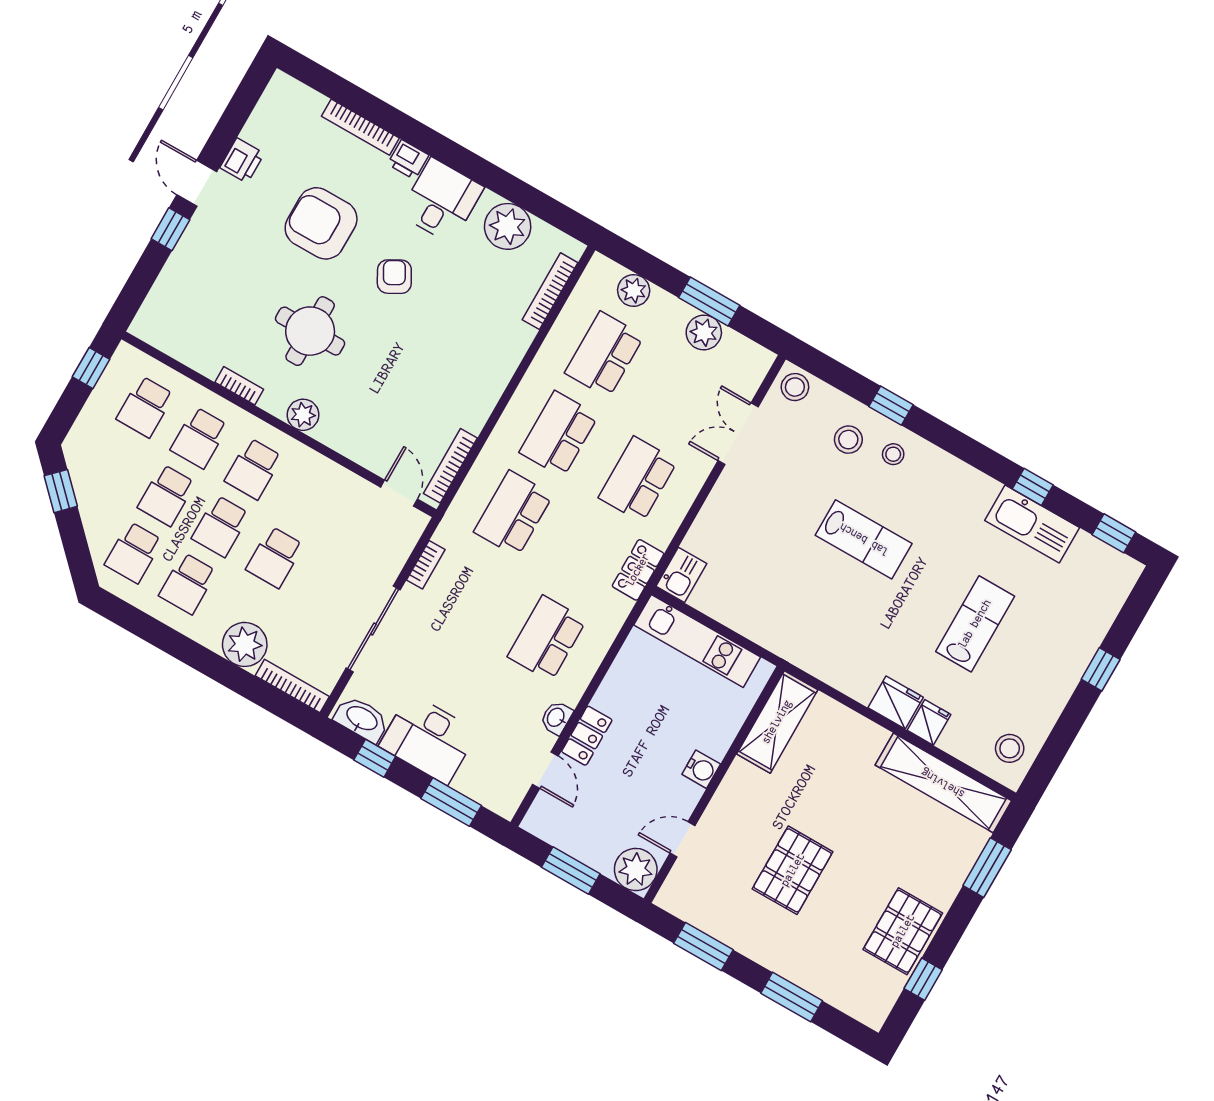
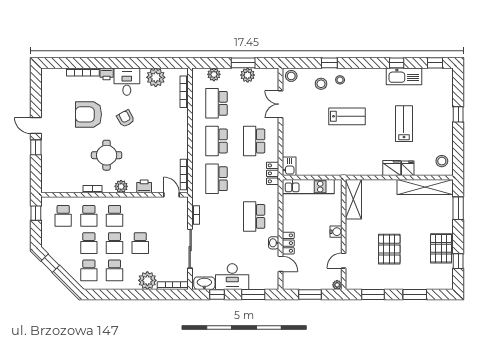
printer: (242, 161) -> (144, 186), moved, turned -90
plant: (636, 869) -> (337, 285), width x0.53, depth x0.53

